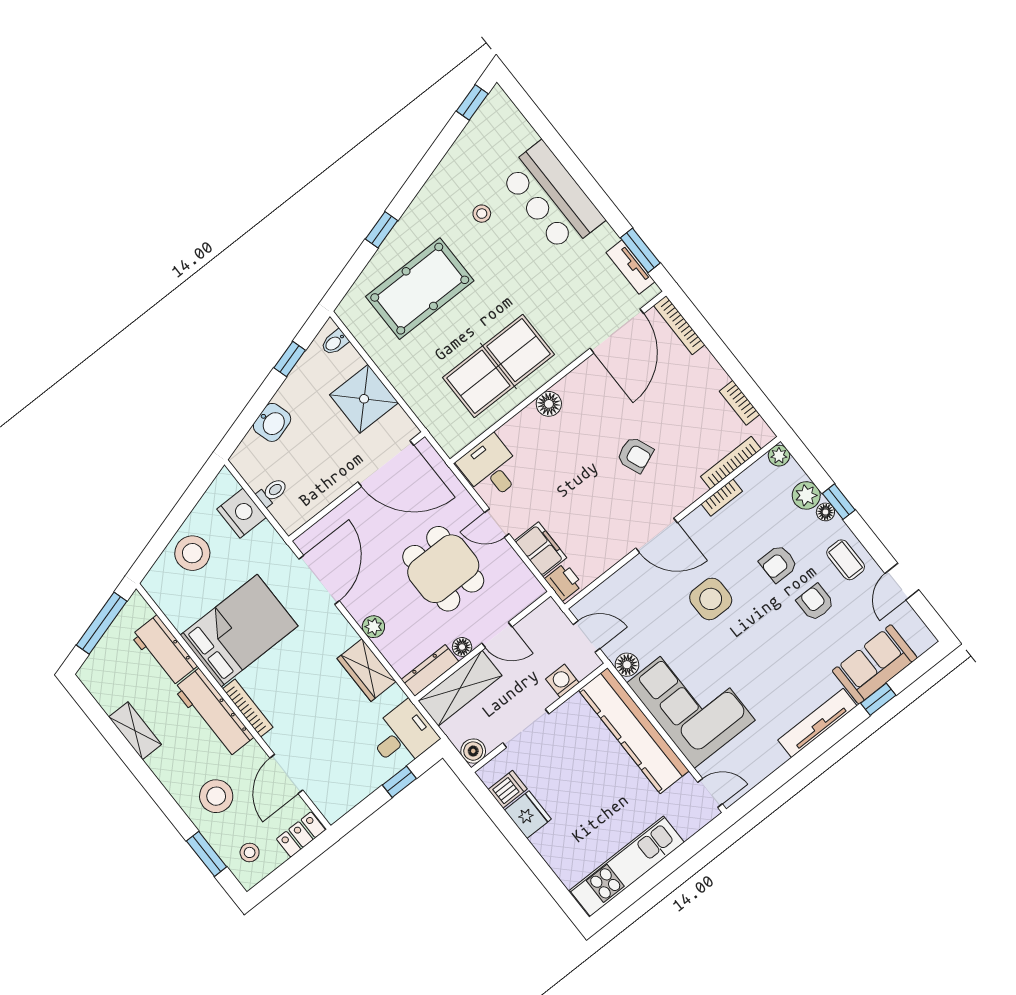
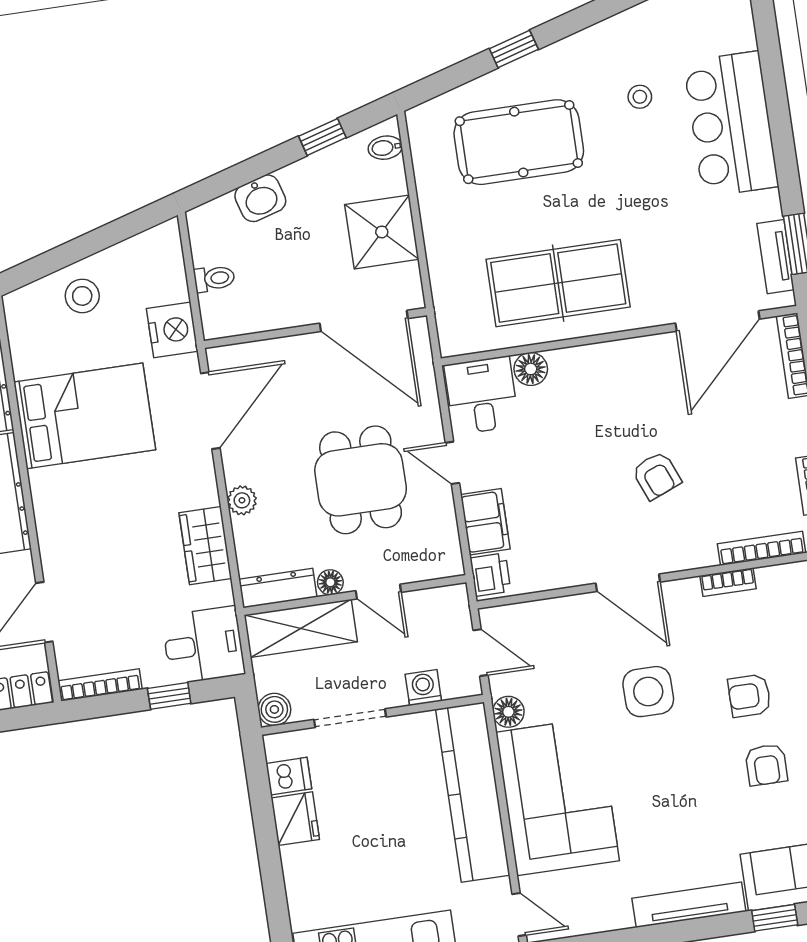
floor lamp: (549, 404) -> (531, 369), moved
nightstand: (242, 513) -> (172, 330), moved
stool: (192, 553) -> (82, 296), width x0.73, depth x0.73
armchair: (815, 602) -> (766, 765), turned 180
bookcase: (248, 708) -> (100, 685), moved, turned -90

